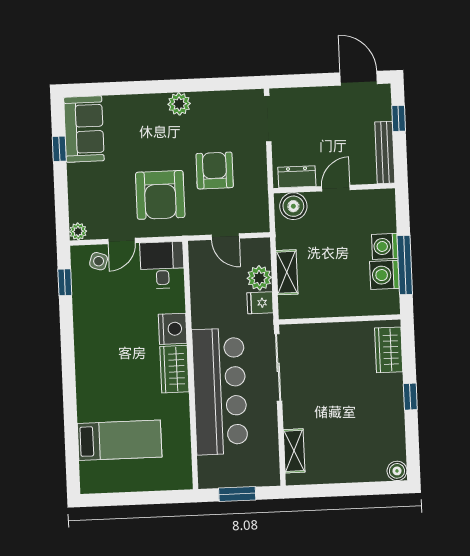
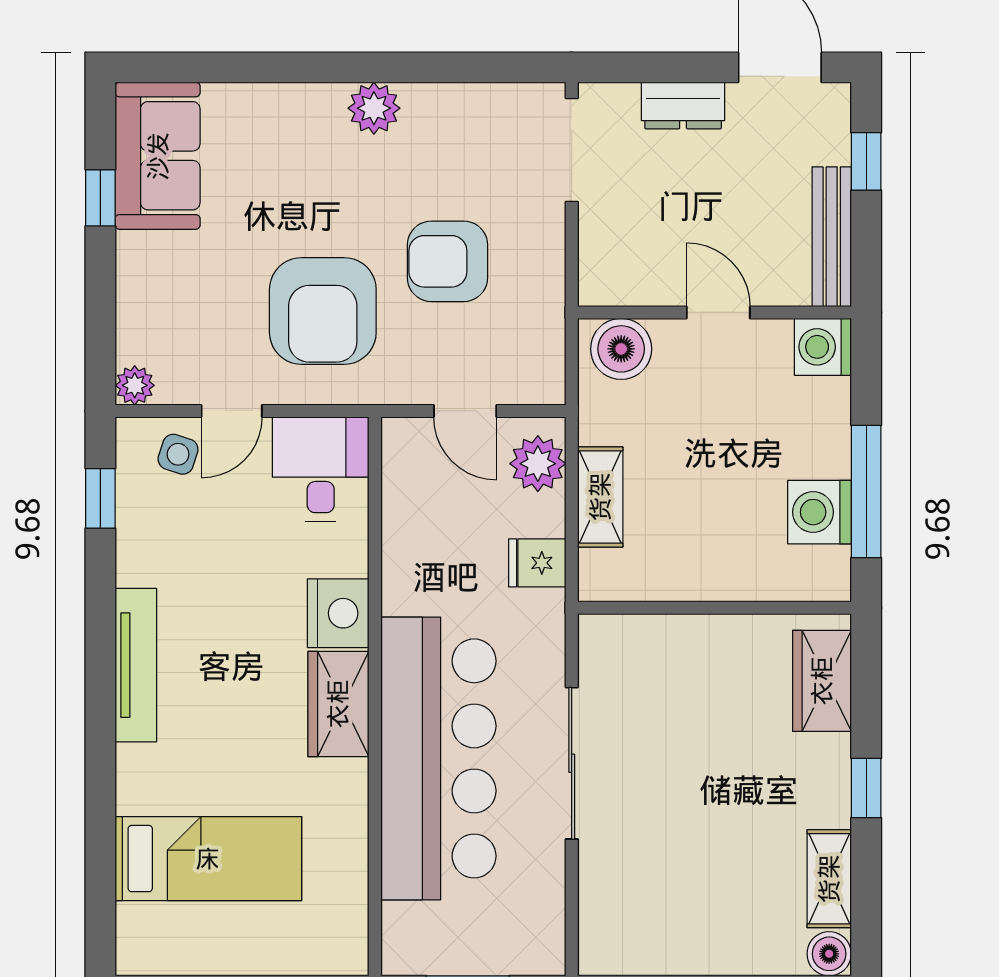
armchair: (215, 171) -> (447, 261), turned -90
dresser: (297, 177) -> (683, 106), moved, turned 180
door: (336, 188) -> (718, 312), hinge flipped
washing machine: (385, 246) -> (823, 347), moved
plant: (259, 278) -> (538, 464), moved
tv unit: (84, 356) -> (136, 665), added
sliding door: (278, 367) -> (572, 763), moved
shelving: (294, 451) -> (829, 879), moved

